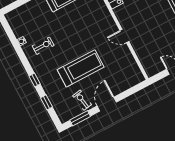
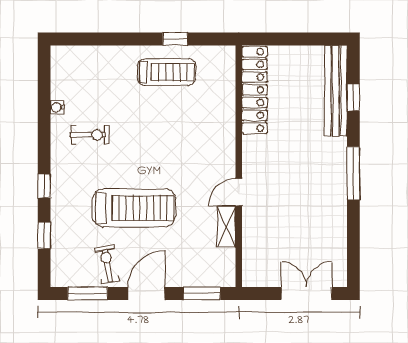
door: (124, 36) -> (239, 192), hinge flipped
shelving: (127, 55) -> (226, 227), added
window: (132, 91) -> (202, 293), added

